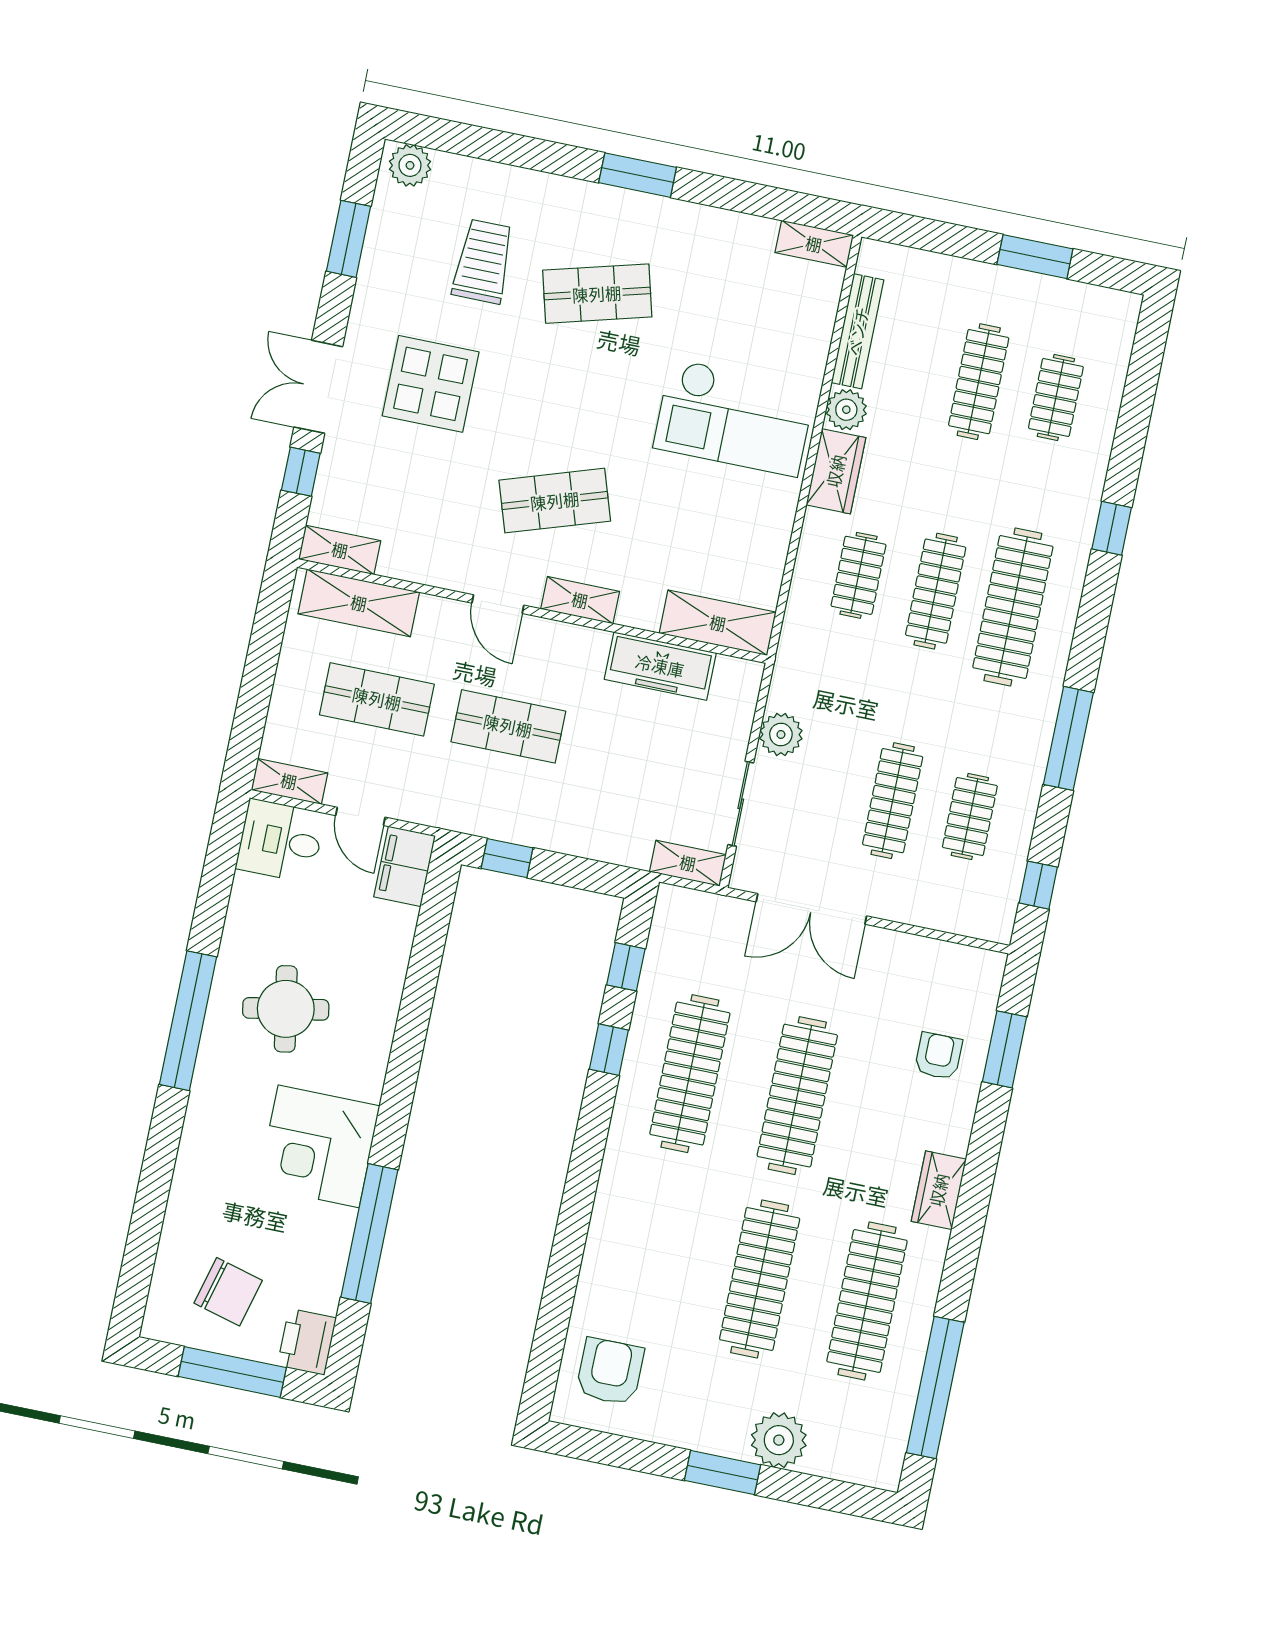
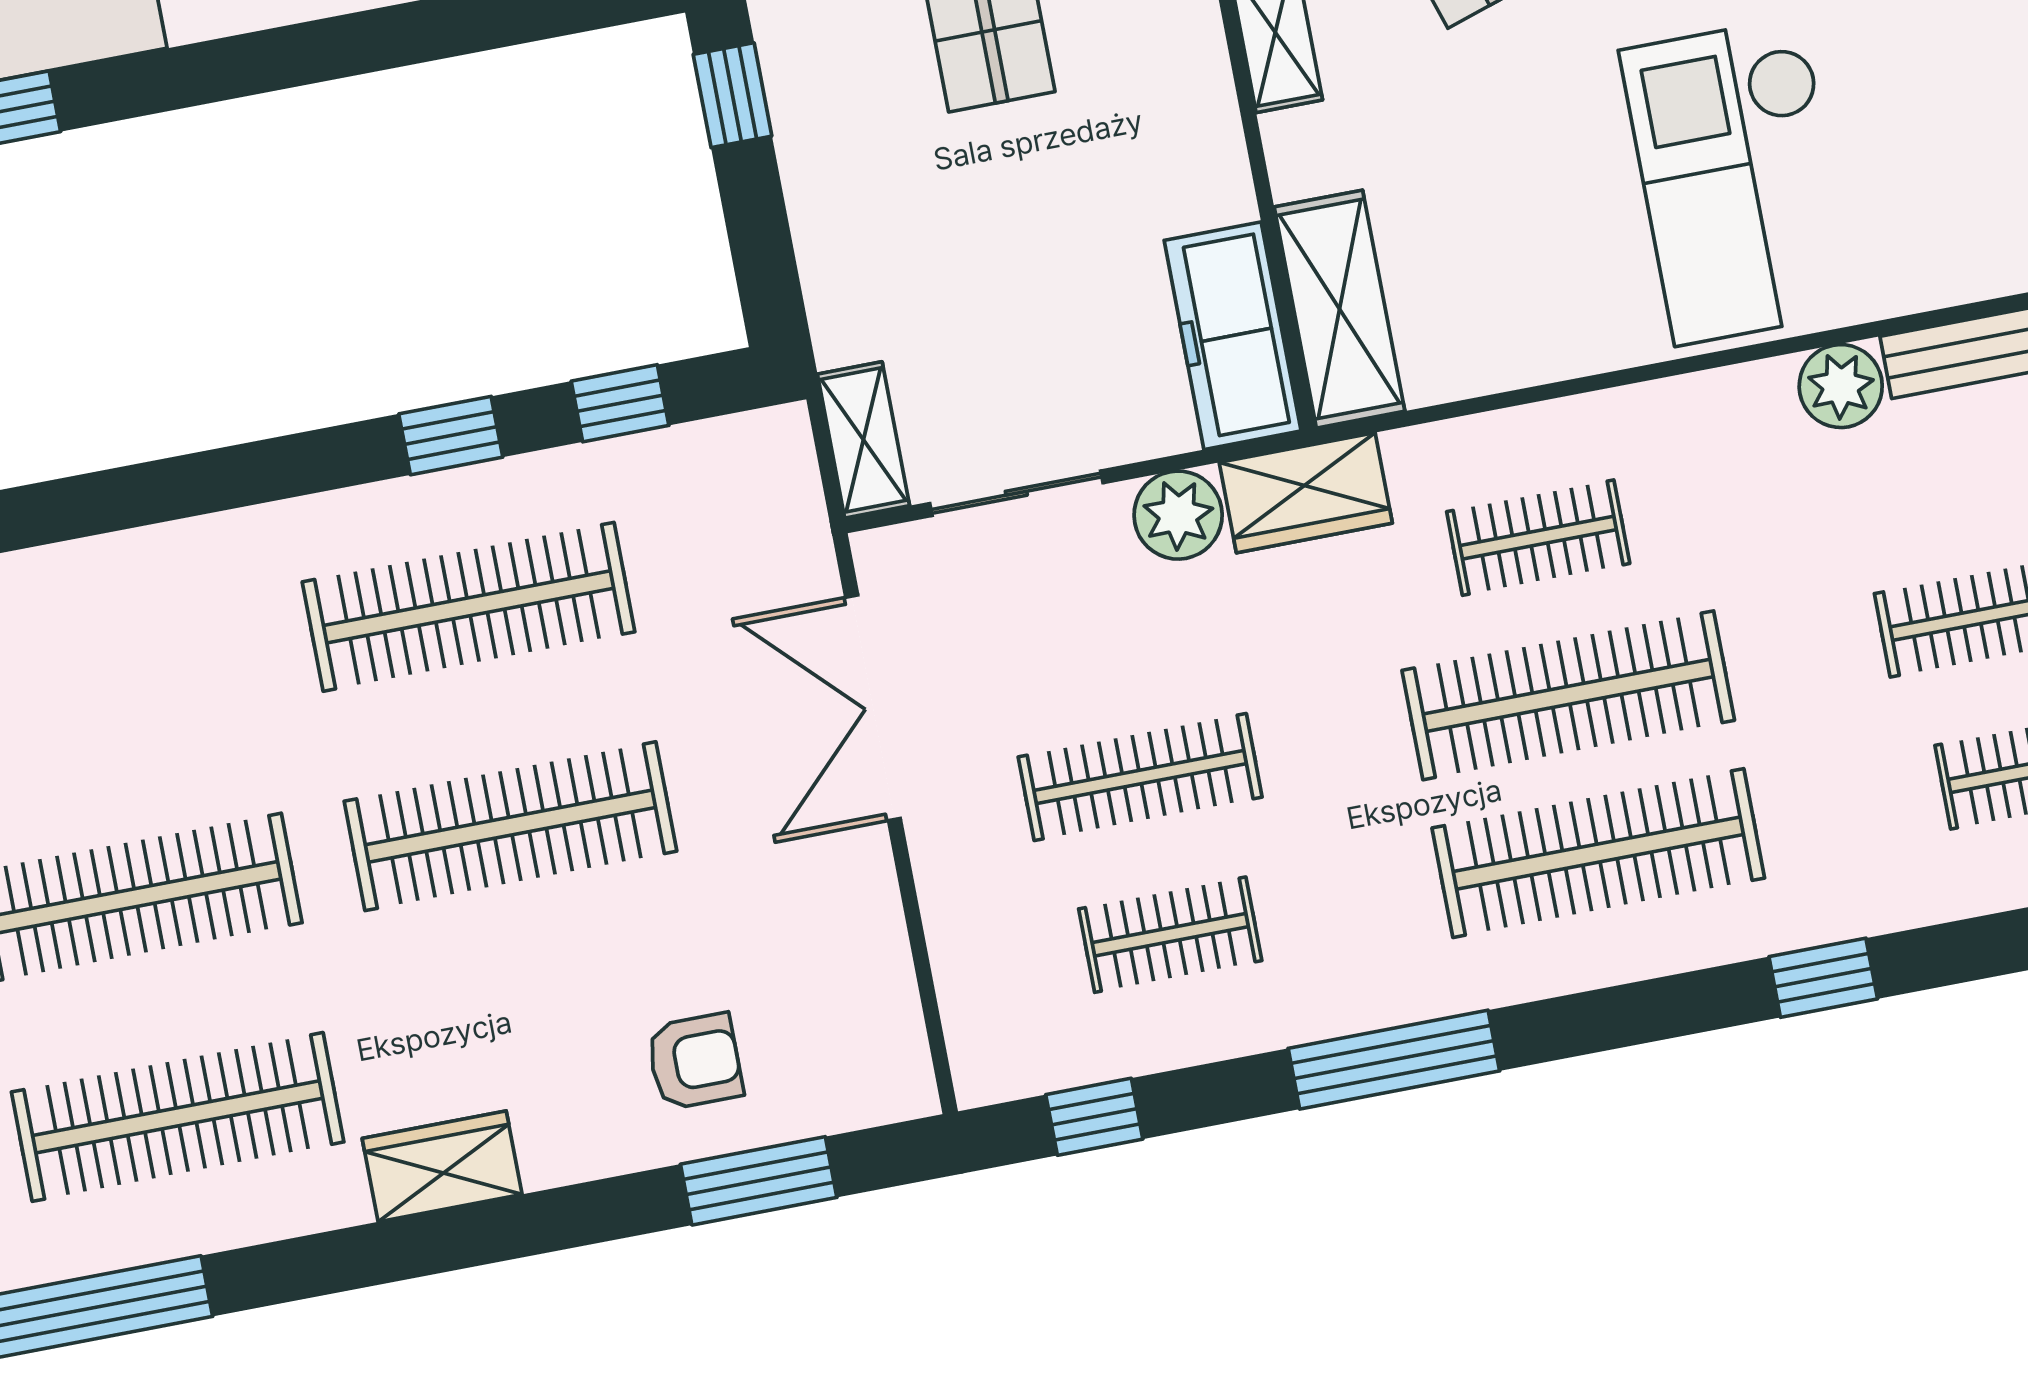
wardrobe: (836, 471) -> (1306, 493), moved
clothes rail: (936, 591) -> (1568, 695), width x1.37, depth x1.31
freezer: (660, 666) -> (1233, 336), moved

